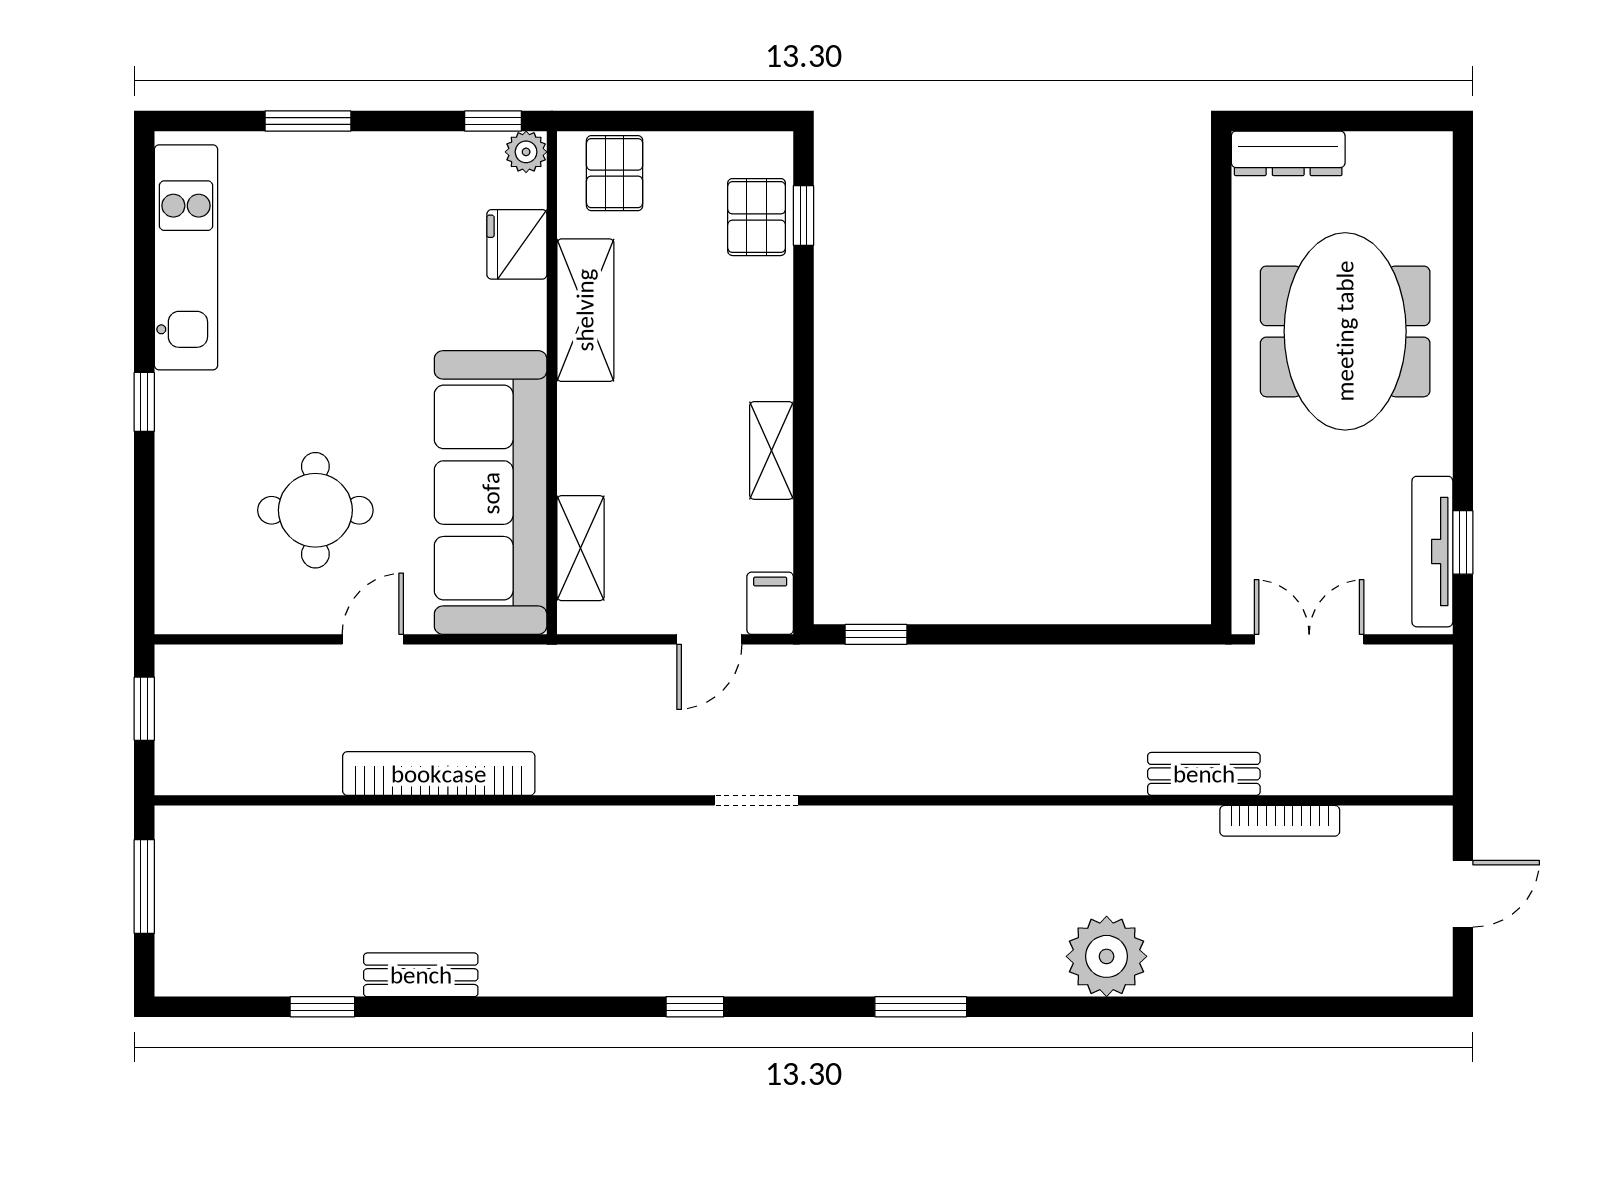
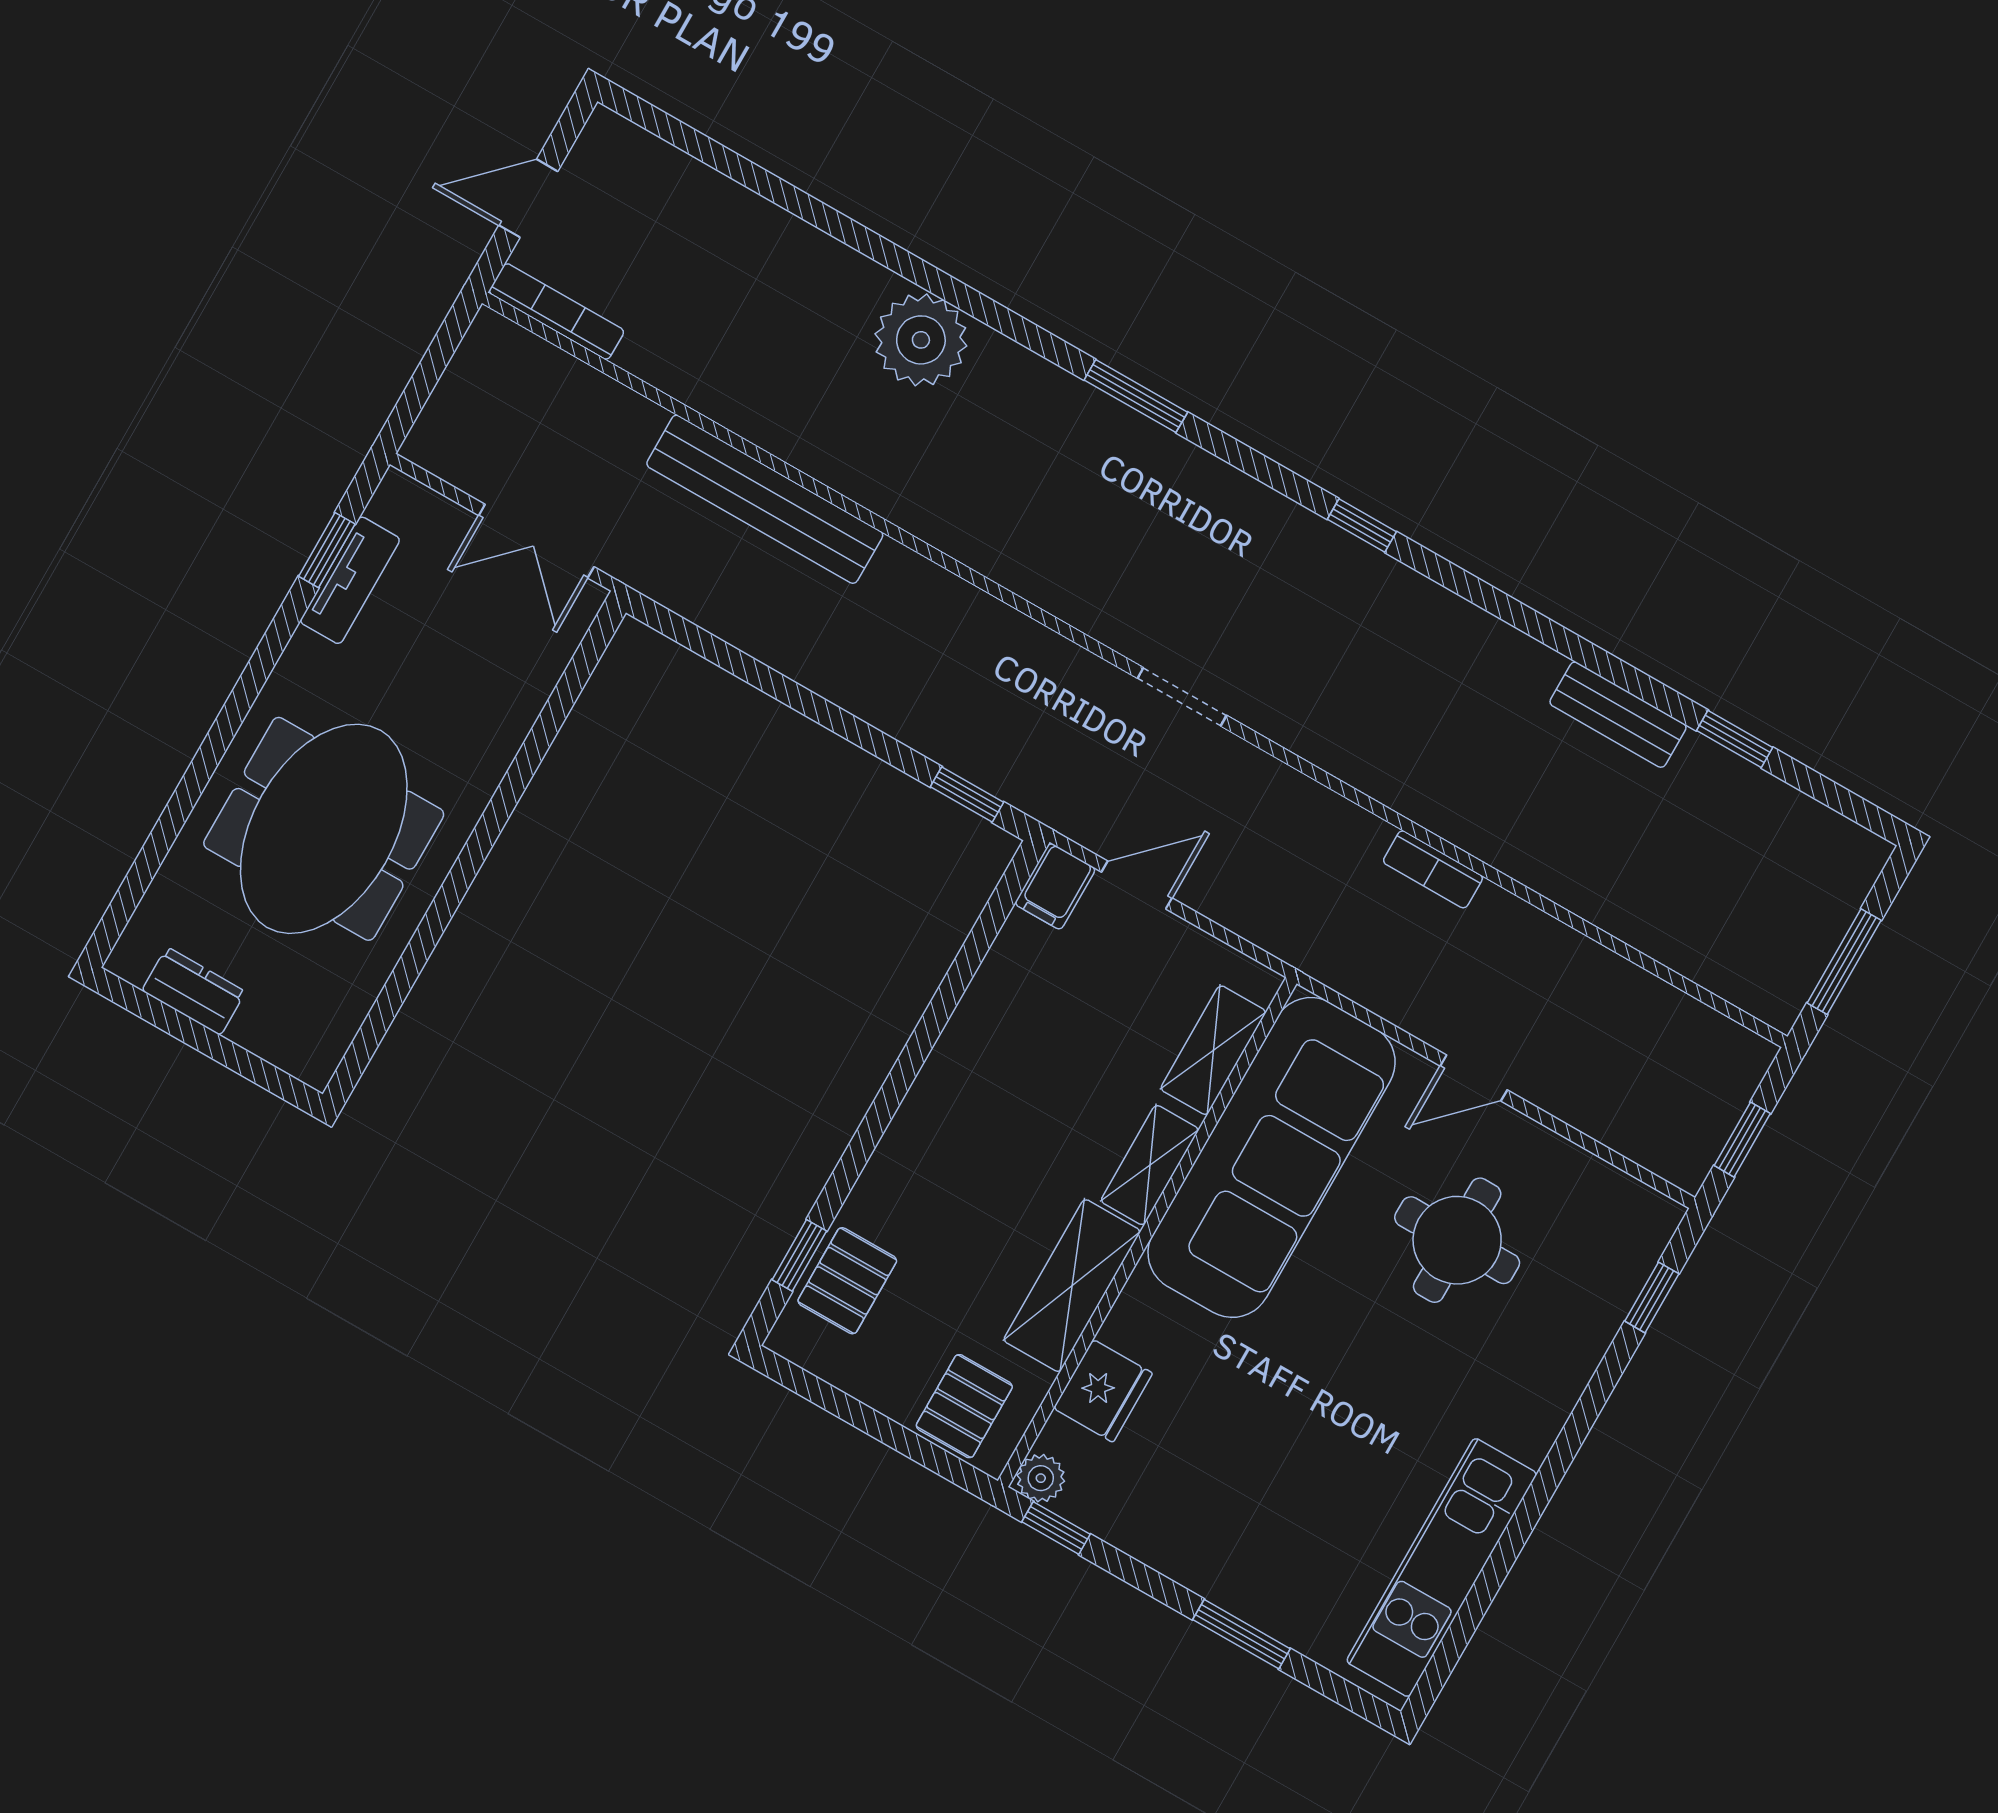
dresser: (1288, 153) -> (194, 991), moved, width x0.70
window: (144, 402) -> (1652, 1297), moved
shelving: (772, 450) -> (1150, 1165), moved
tv unit: (1432, 552) -> (350, 580), width x0.71
bookcase: (439, 774) -> (1433, 869), width x0.43, depth x0.76
bench: (1204, 774) -> (765, 499), width x1.86, depth x1.21
bookcase: (1280, 821) -> (556, 312), moved

